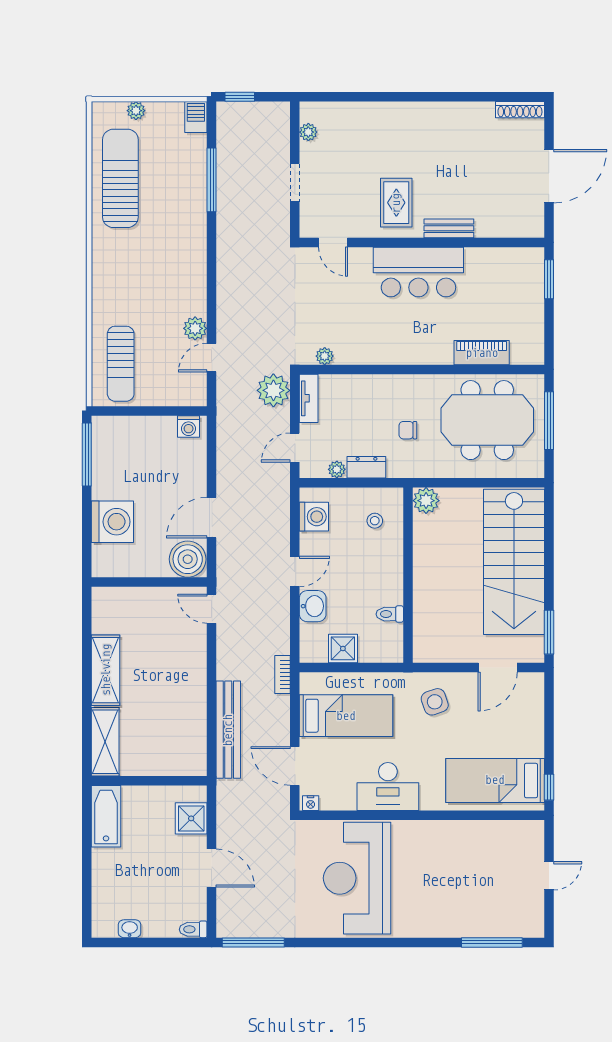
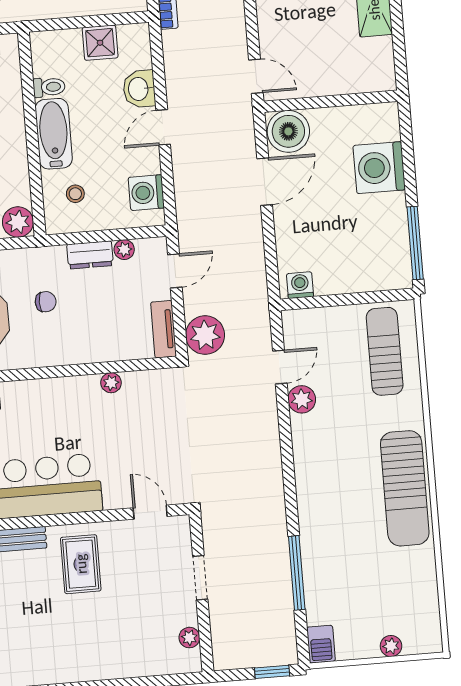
sun lounger: (120, 178) -> (405, 488), moved
plant: (325, 356) -> (111, 383), moved
bathtub: (389, 574) -> (54, 134), added

